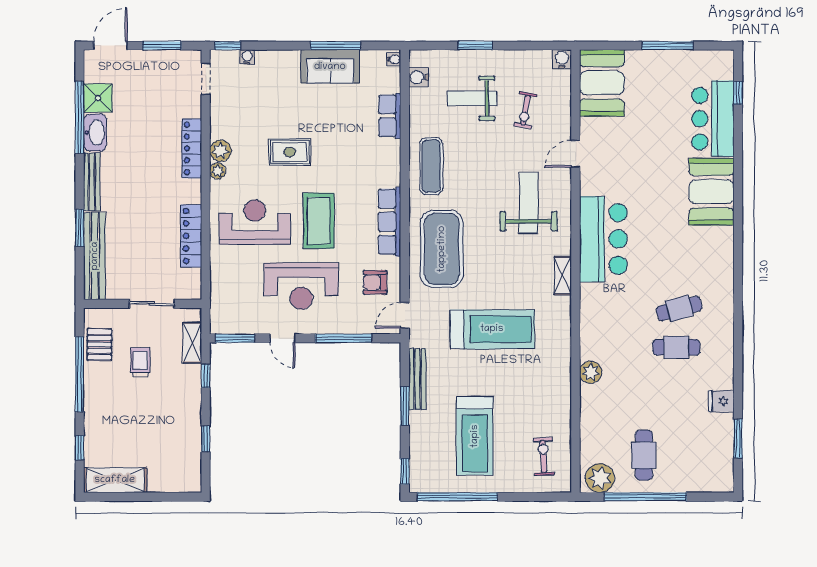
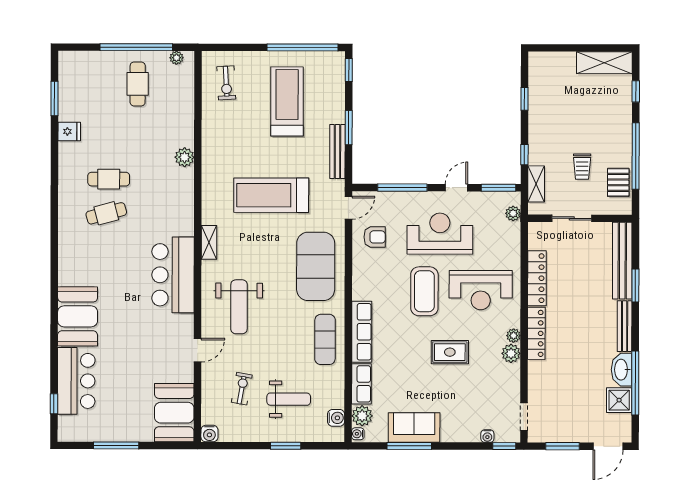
plant: (389, 80) -> (362, 416), added
locker: (192, 148) -> (536, 333), moved
row of seats: (390, 222) -> (362, 332), moved
plant: (218, 309) -> (513, 213), added
door: (283, 338) -> (456, 188), hinge flipped
plant: (600, 478) -> (176, 58), width x0.53, depth x0.53

